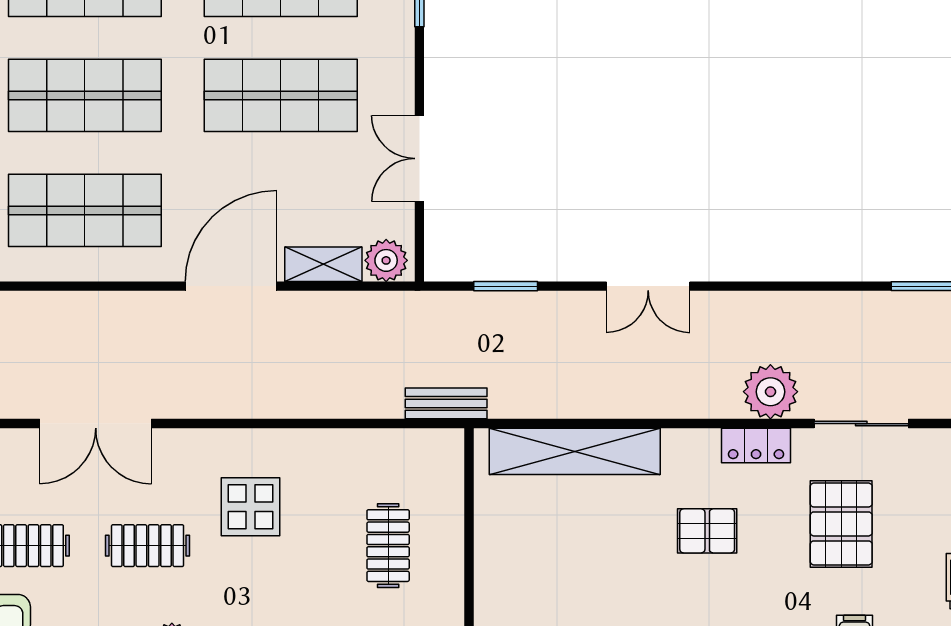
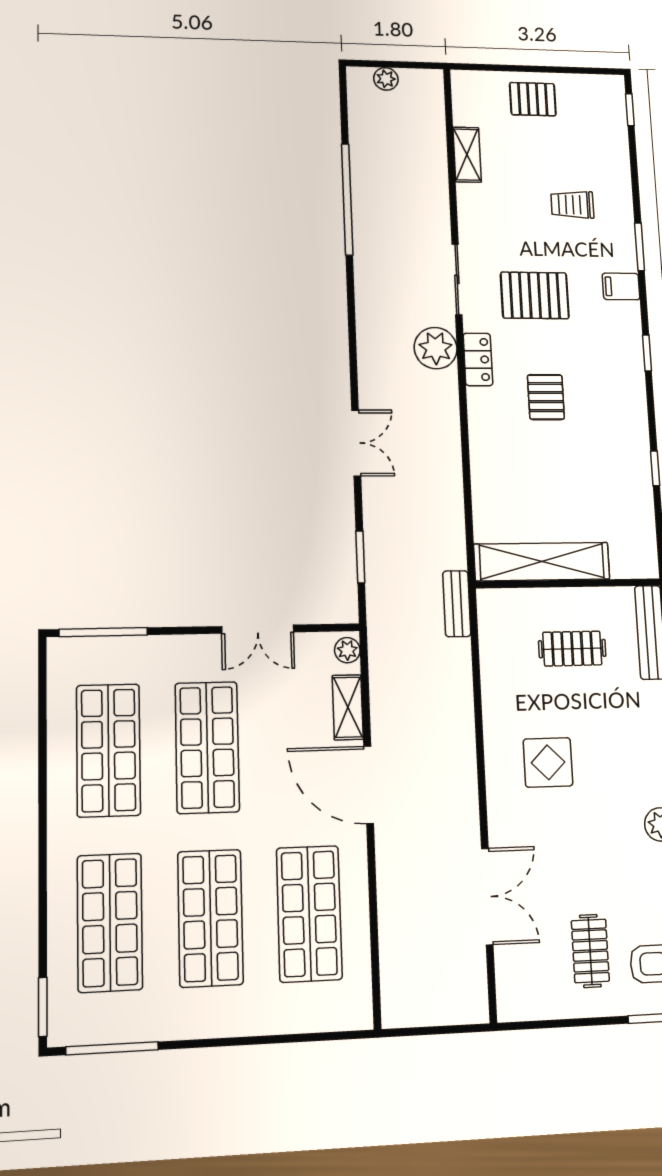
plant: (386, 260) -> (347, 650), width x0.73, depth x0.73
shelving: (575, 451) -> (542, 562), moved, turned 90
clothes rail: (148, 546) -> (584, 848), removed

